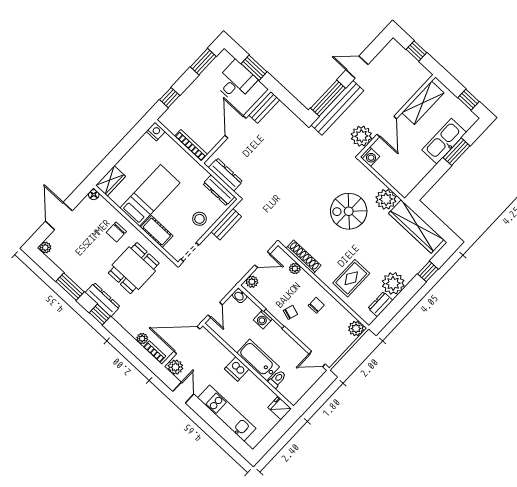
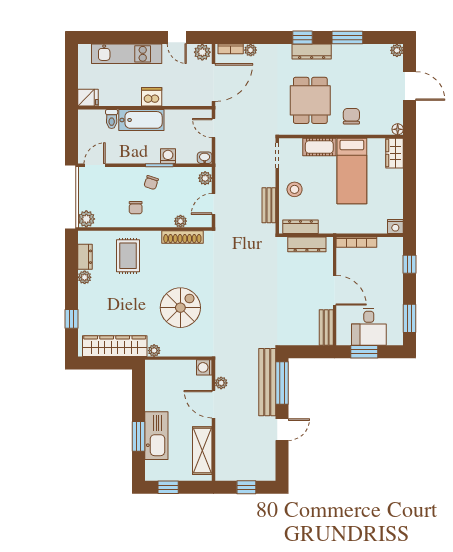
plant: (361, 136) -> (221, 383), width x0.53, depth x0.53
plant: (386, 199) -> (154, 351), width x0.53, depth x0.53
plant: (393, 283) -> (85, 277), width x0.53, depth x0.53

